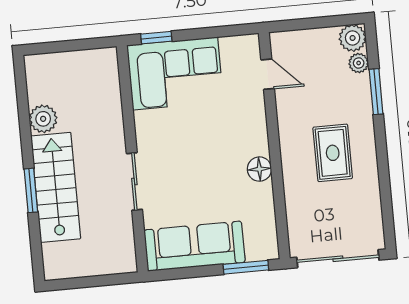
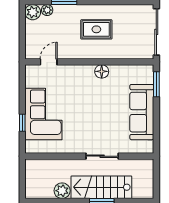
wall: (132, 159) -> (89, 156), moved
sliding door: (134, 182) -> (102, 156), moved

